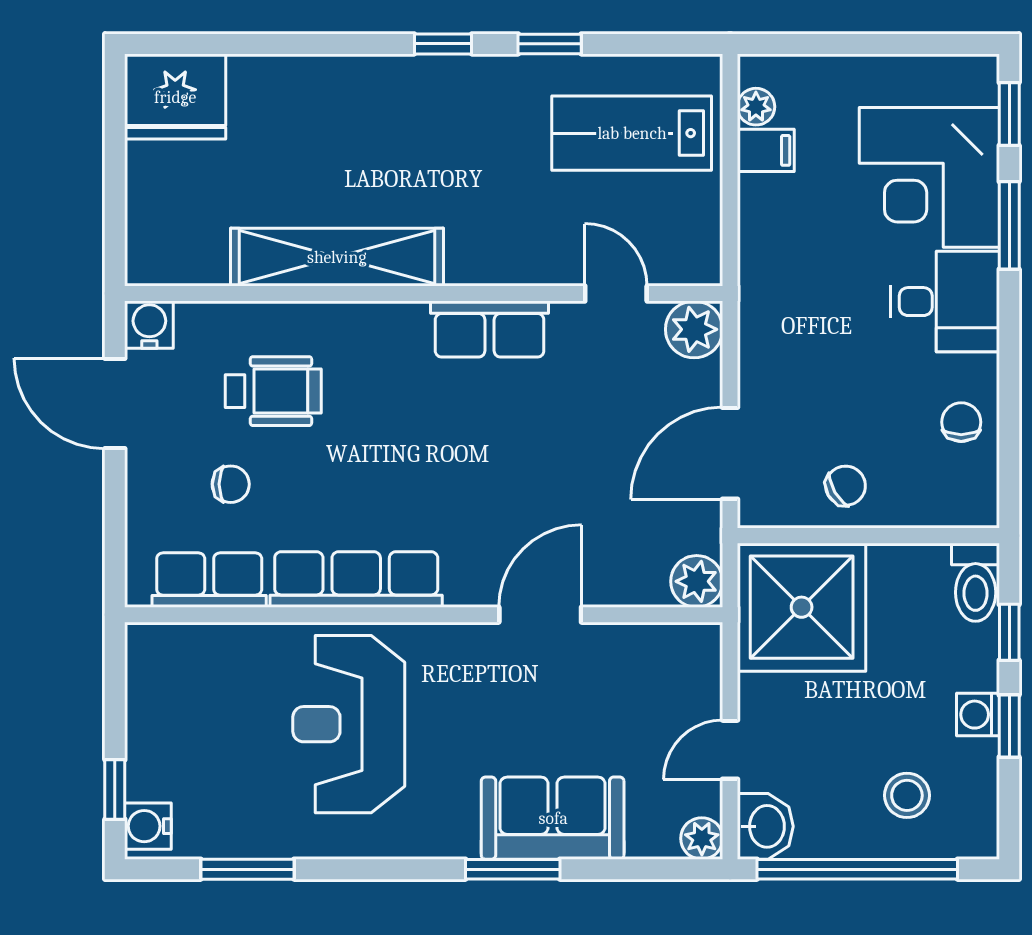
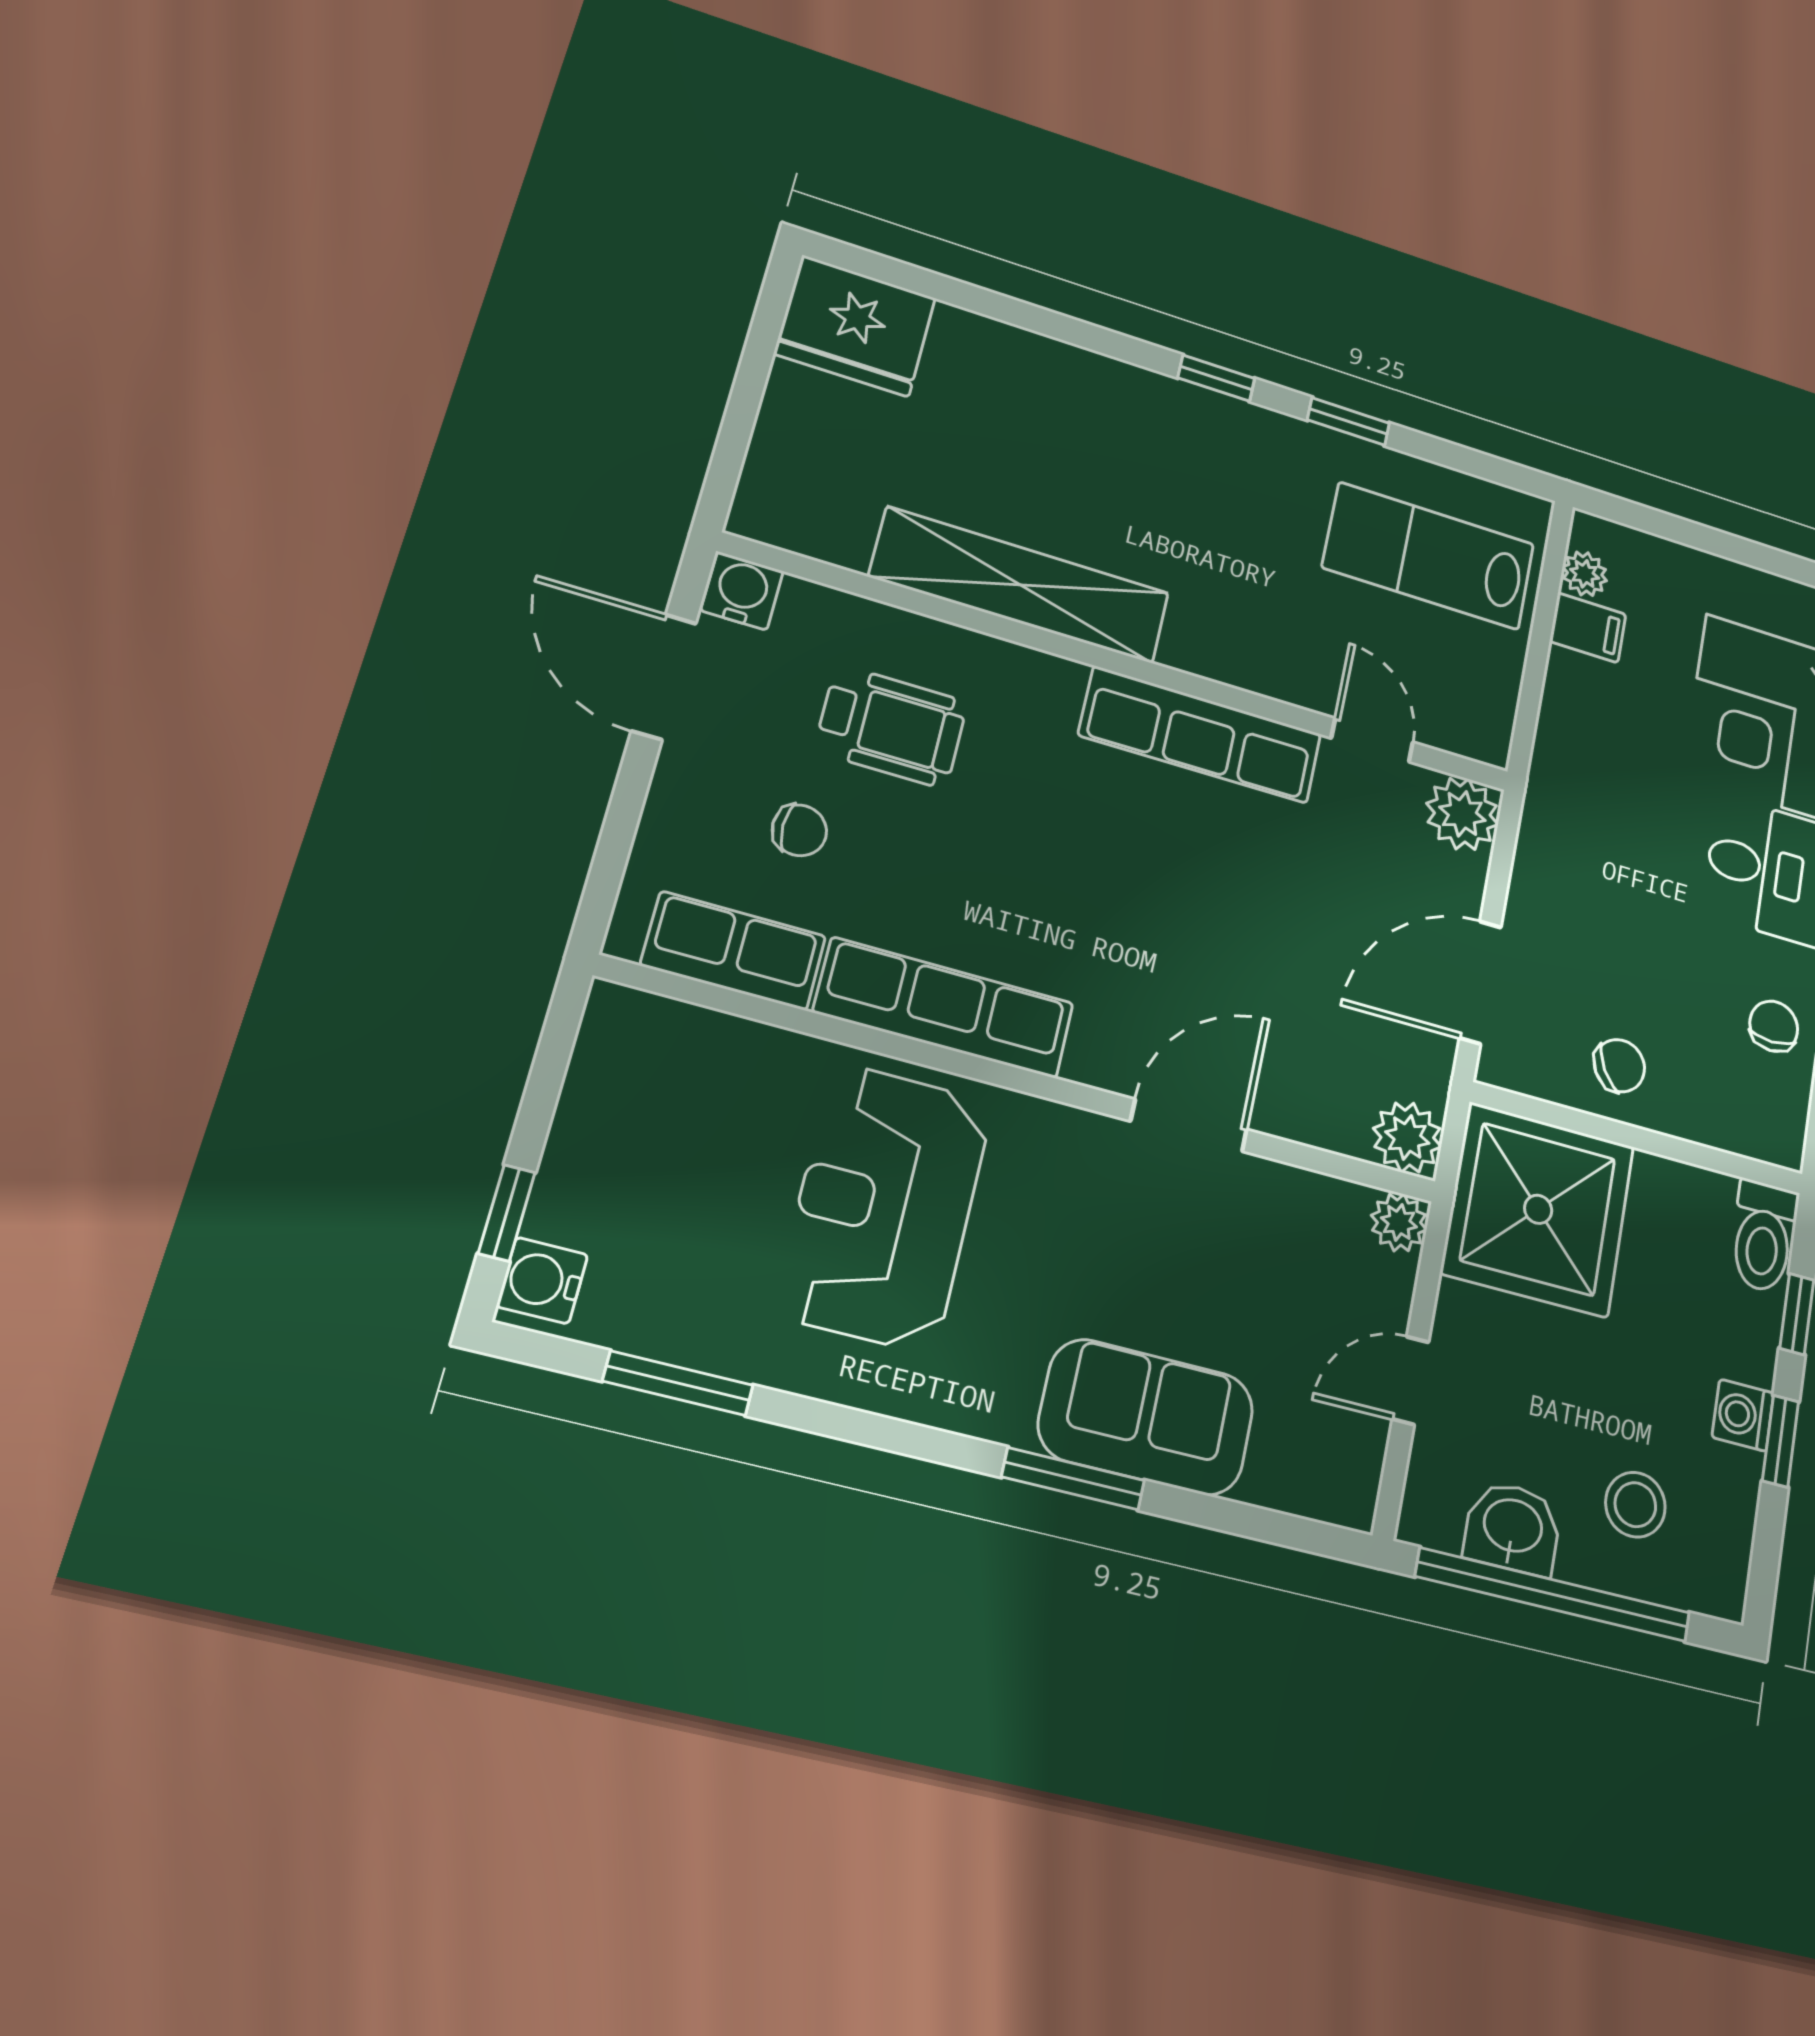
row of seats: (490, 329) -> (1200, 735), width x1.48
washbasin: (765, 826) -> (1513, 1528), moved, turned -90
plant: (702, 838) -> (1399, 1222), moved

